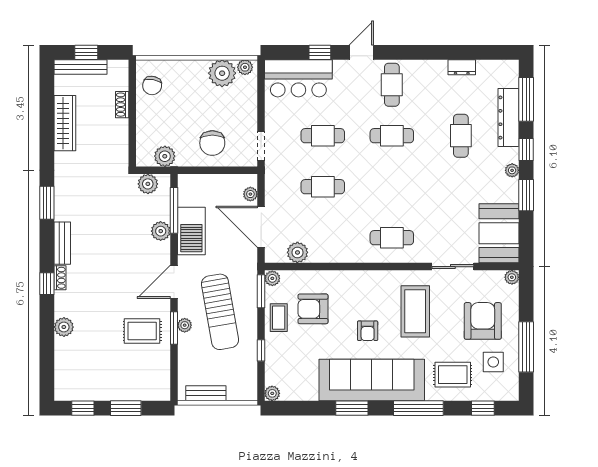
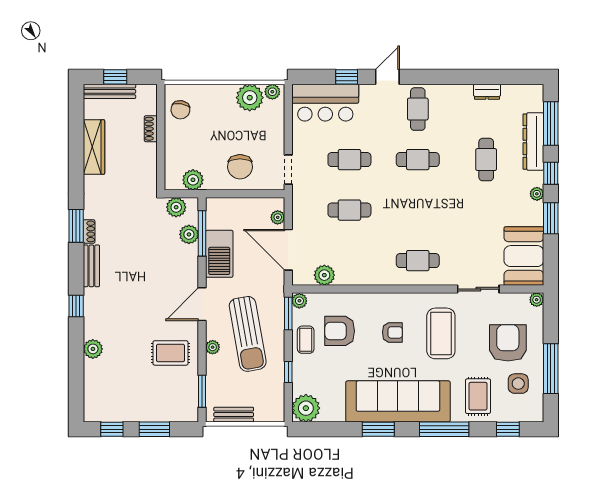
plant: (161, 231) -> (189, 234), moved
shoe rack: (60, 278) -> (89, 231), moved
window: (174, 328) -> (202, 391), moved
armchair: (368, 331) -> (392, 332), moved, turned -90
rug: (453, 375) -> (478, 396), turned 90
plant: (272, 393) -> (306, 408), width x1.88, depth x1.88

